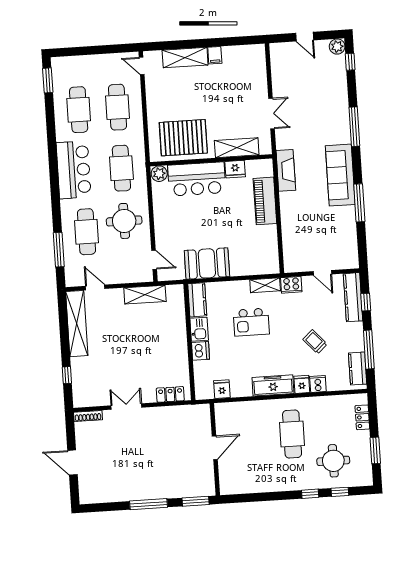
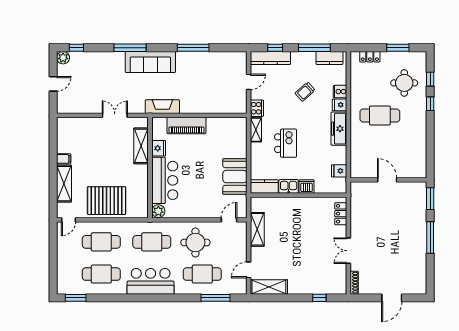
pallet: (183, 138) -> (107, 201), moved, turned 90
sofa: (340, 175) -> (150, 62), moved
shelving: (77, 324) -> (269, 287), width x0.68

